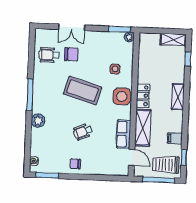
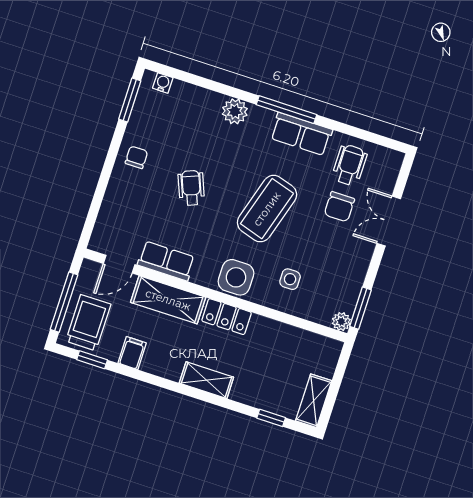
row of seats: (40, 84) -> (301, 134), added

